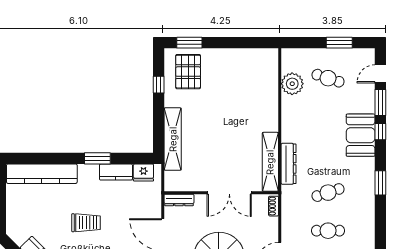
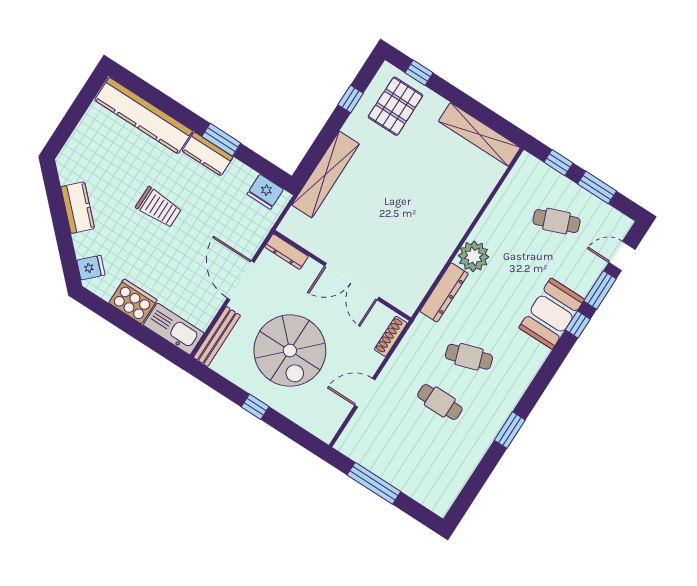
window: (189, 43) -> (419, 73), width x0.67
window: (307, 43) -> (558, 163), added
cafe table: (328, 78) -> (556, 221), turned -39
plant: (292, 84) -> (474, 256), moved
shelving: (270, 162) -> (479, 134), moved, turned 90
kitchen counter: (116, 172) -> (208, 154), moved
window: (380, 183) -> (510, 430), moved
shoe rack: (274, 206) -> (391, 336), width x1.43

